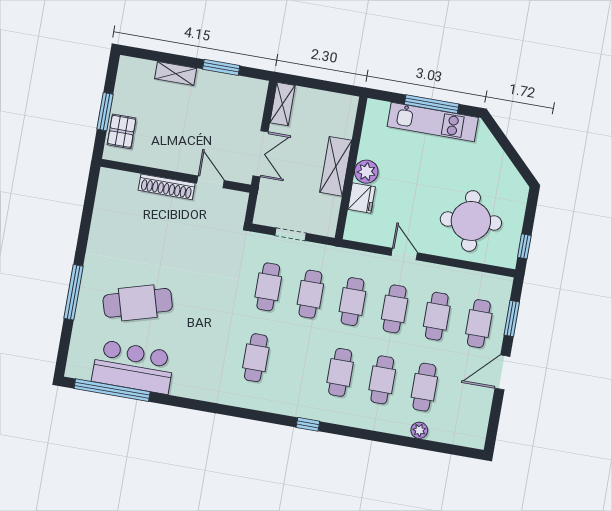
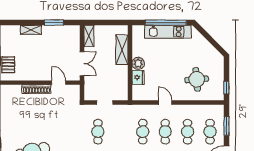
window: (432, 104) -> (166, 23), width x1.46
shelving: (336, 166) -> (122, 50), moved
round table: (471, 221) -> (197, 79), width x0.73, depth x0.73
cafe table: (310, 294) -> (120, 132), removed

